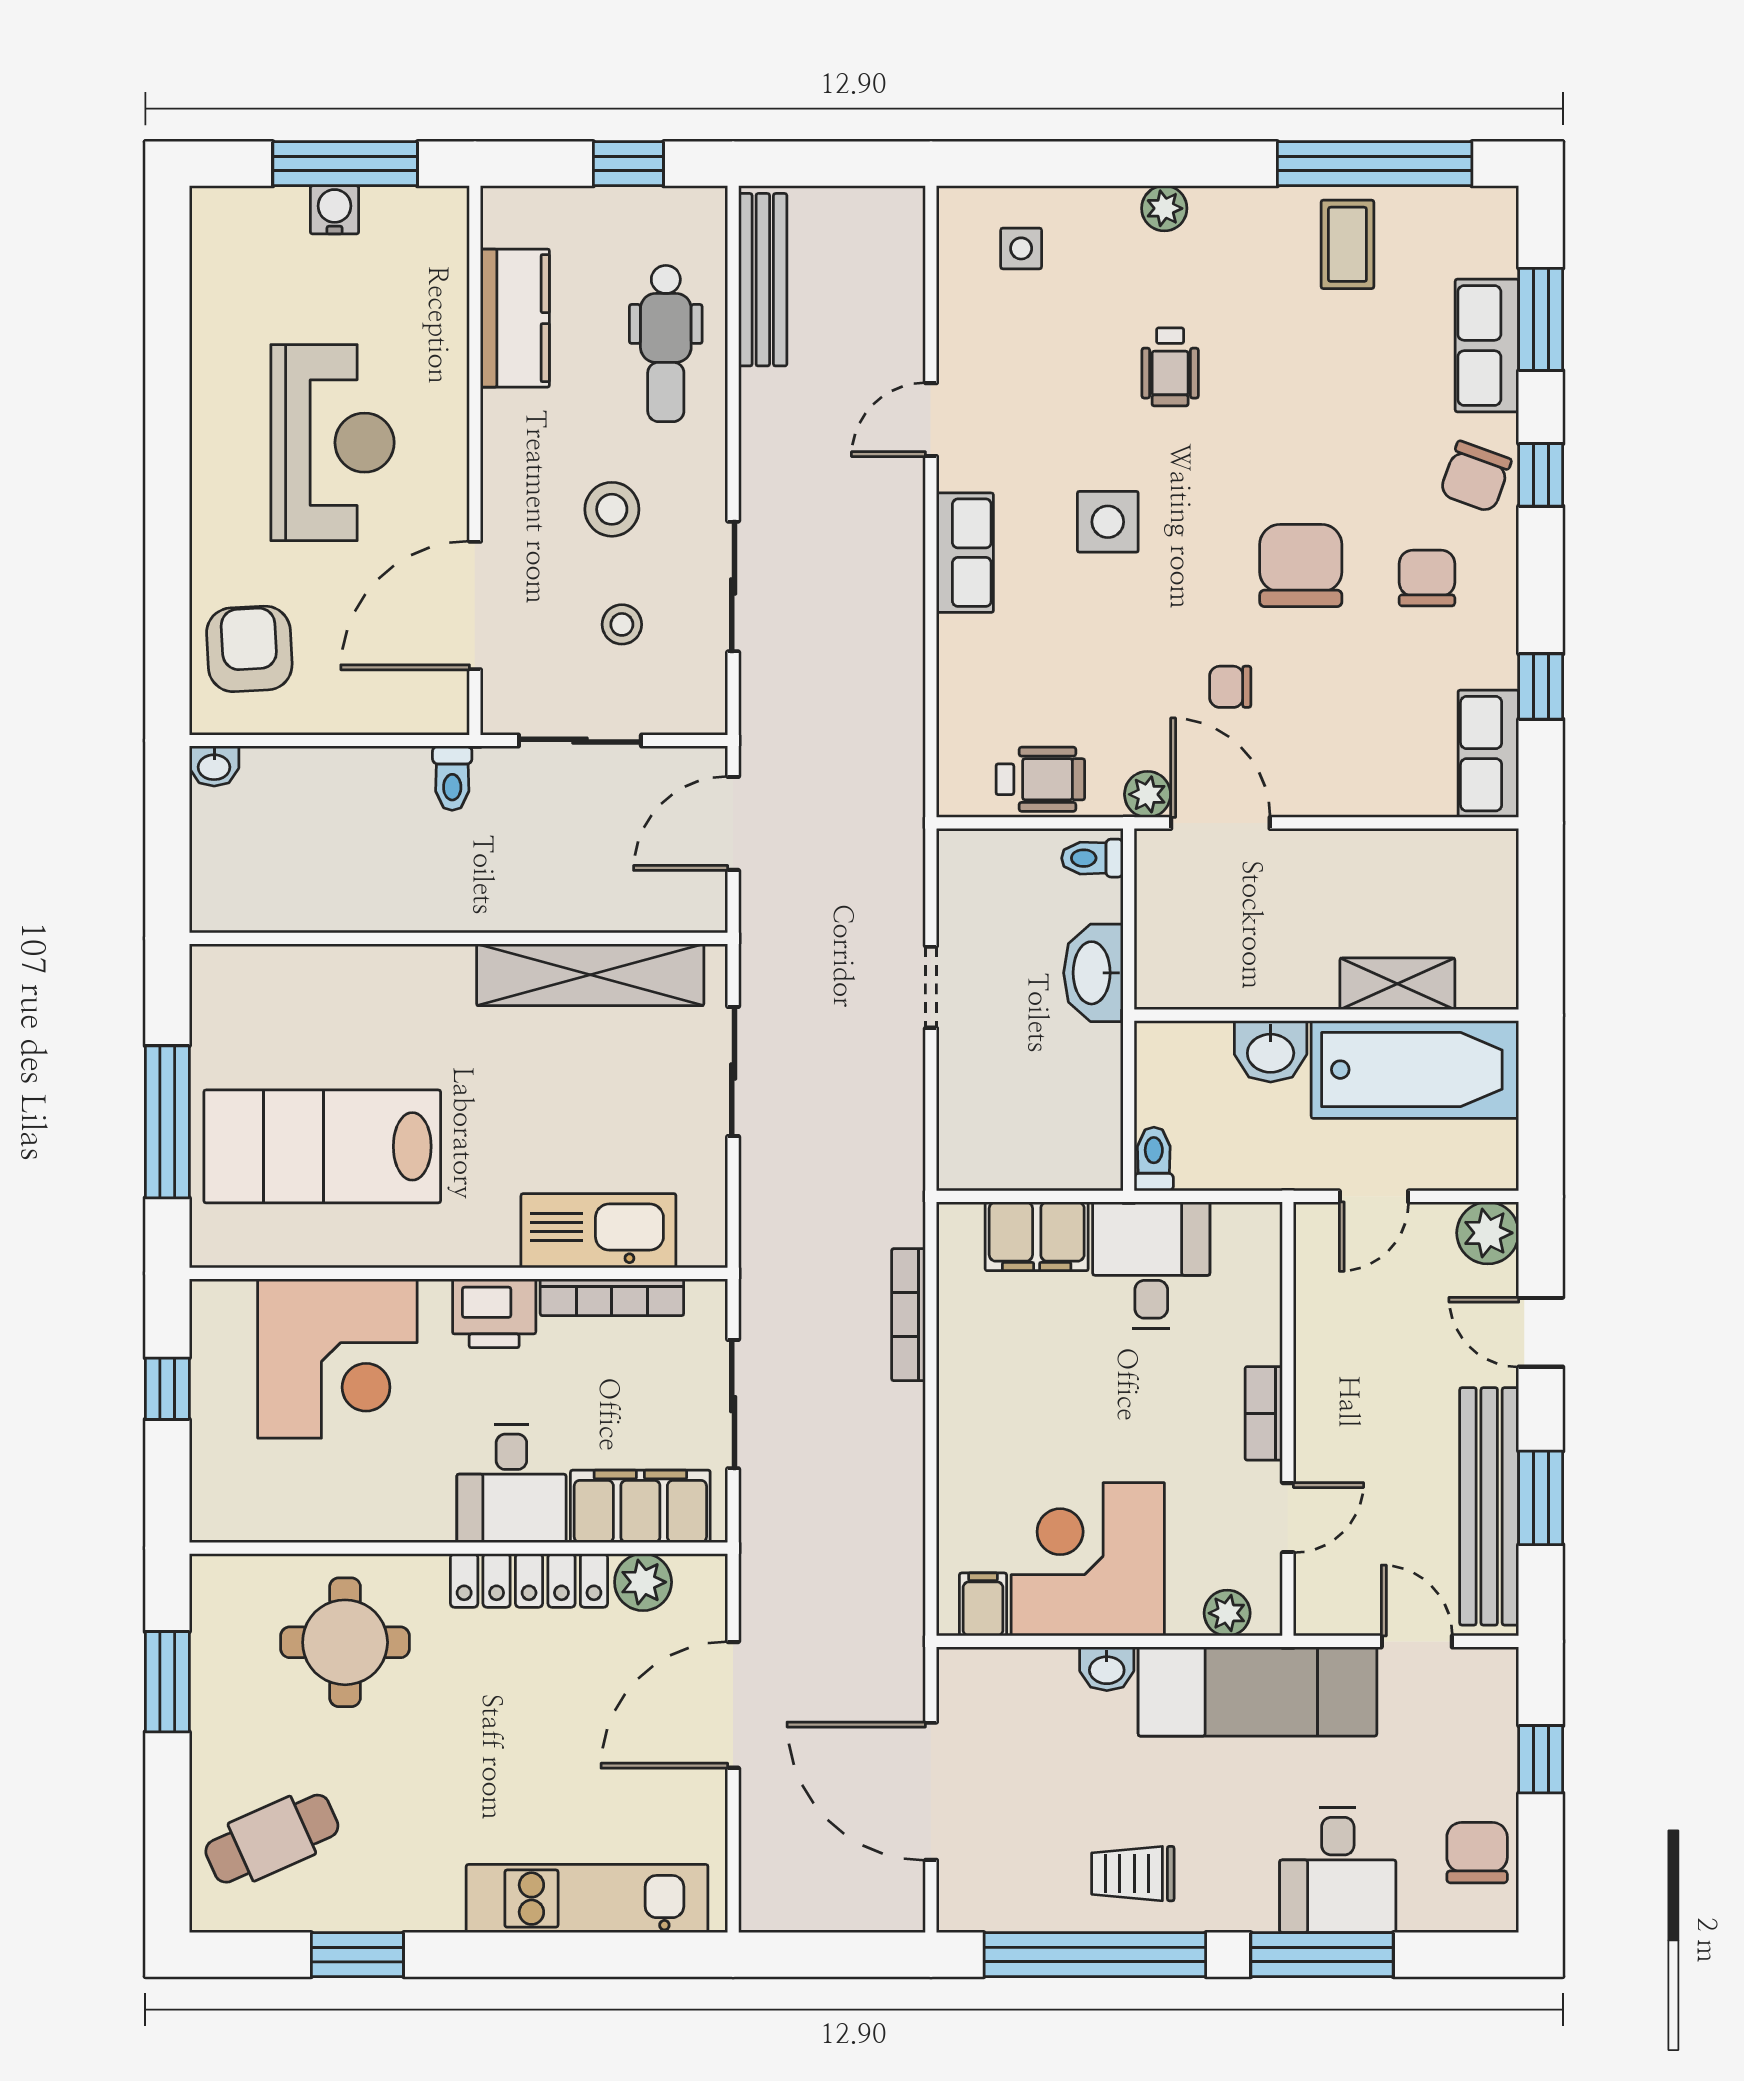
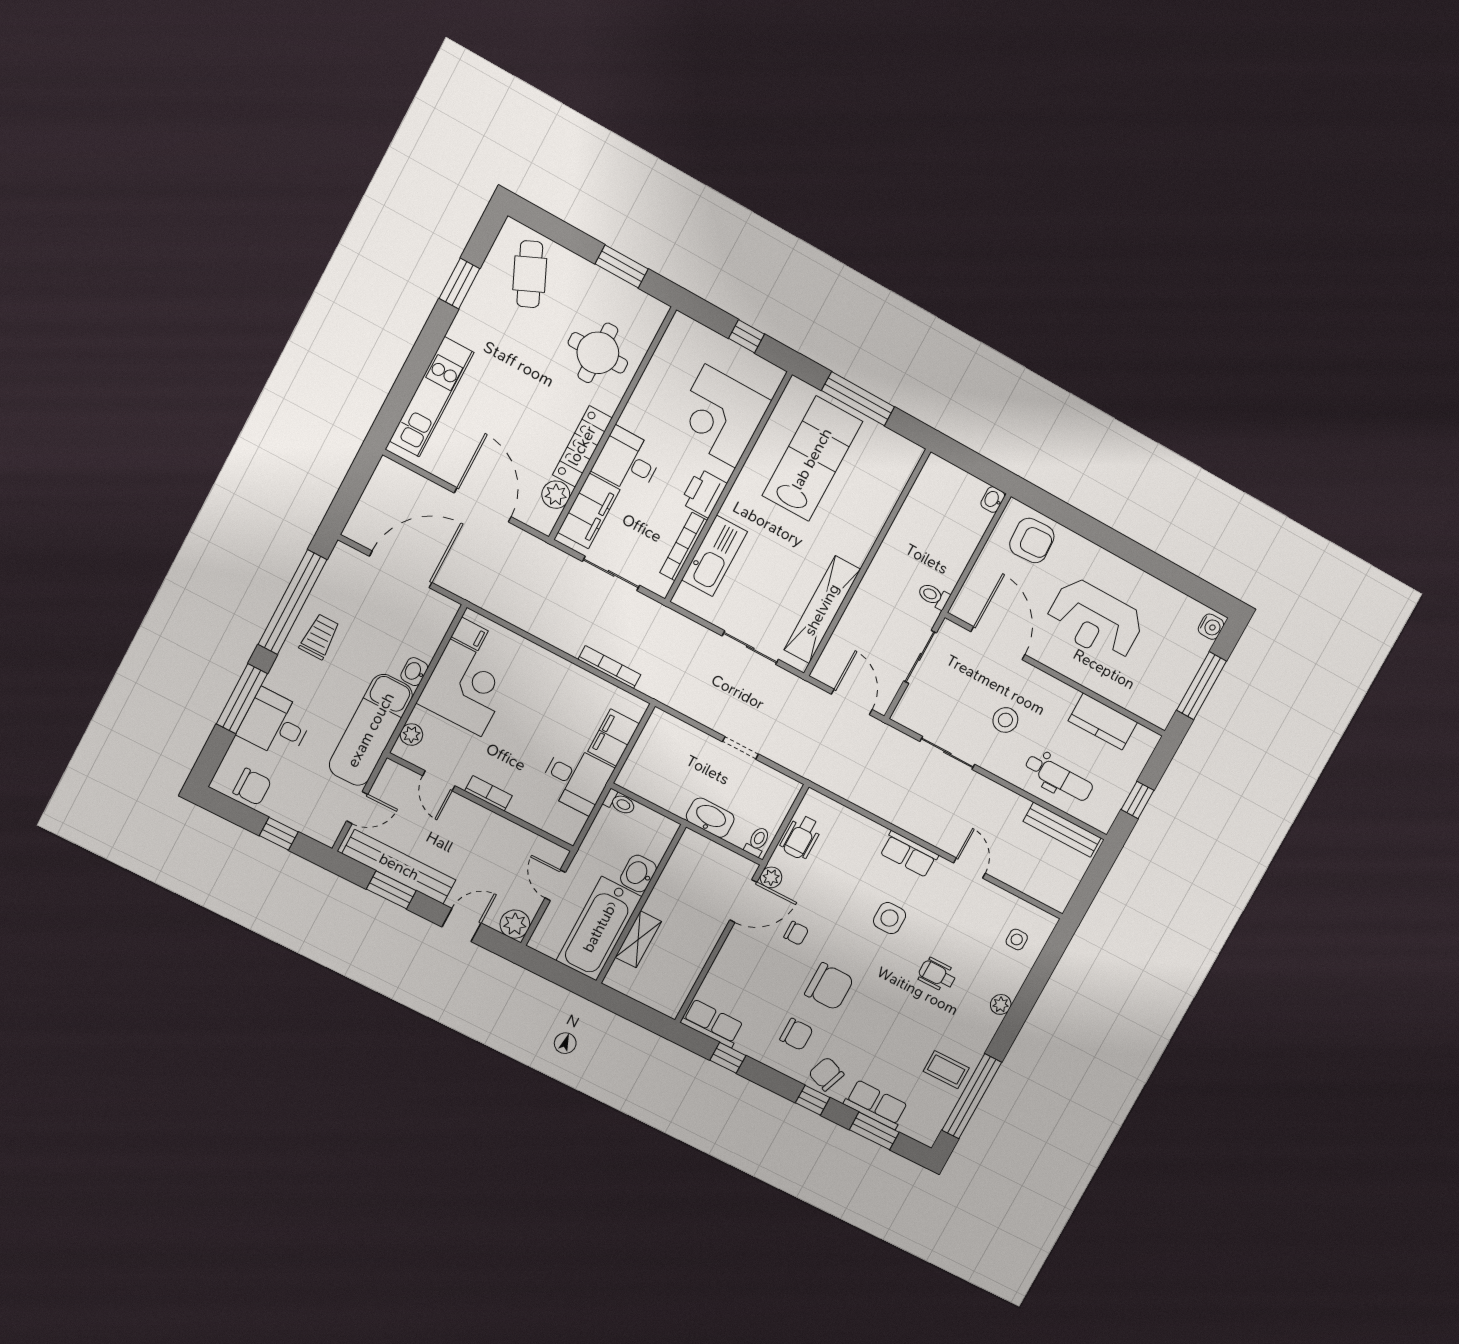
water cooler: (335, 210) -> (1211, 627), moved
dental chair: (666, 343) -> (1059, 777), turned 180
stool: (622, 624) -> (957, 699), removed
chair: (1230, 687) -> (796, 933), turned 90

